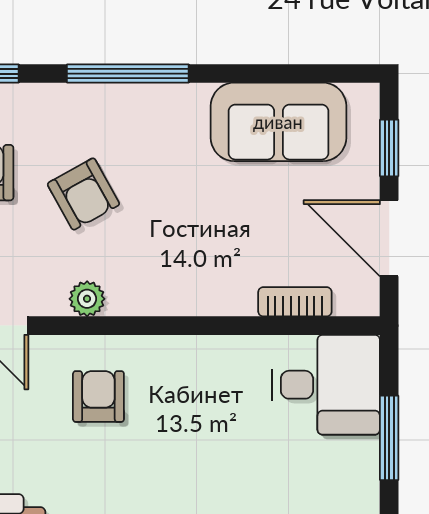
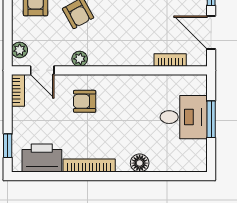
desk: (326, 385) -> (184, 117), moved
armchair: (98, 396) -> (85, 101), turned -90

